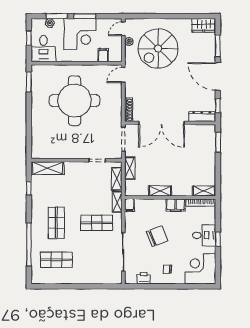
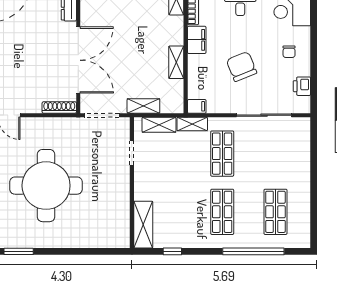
shop shelf: (56, 223) -> (222, 212), turned 90

